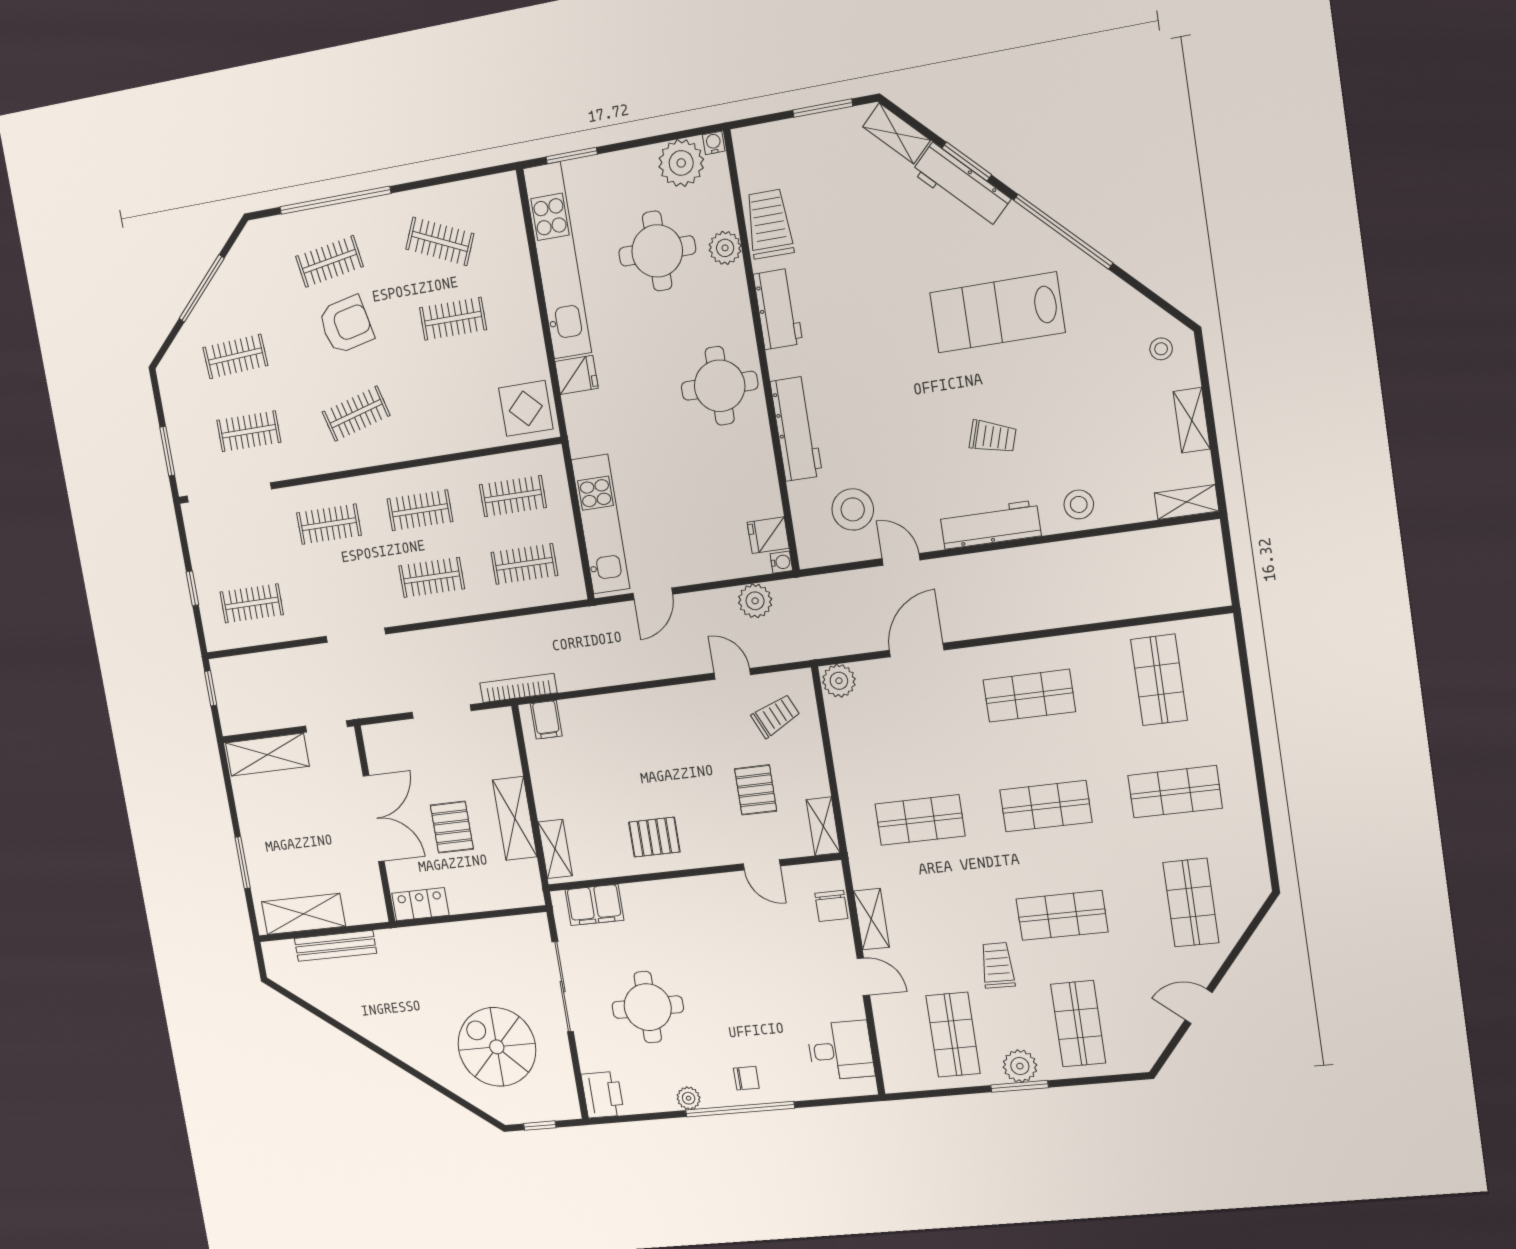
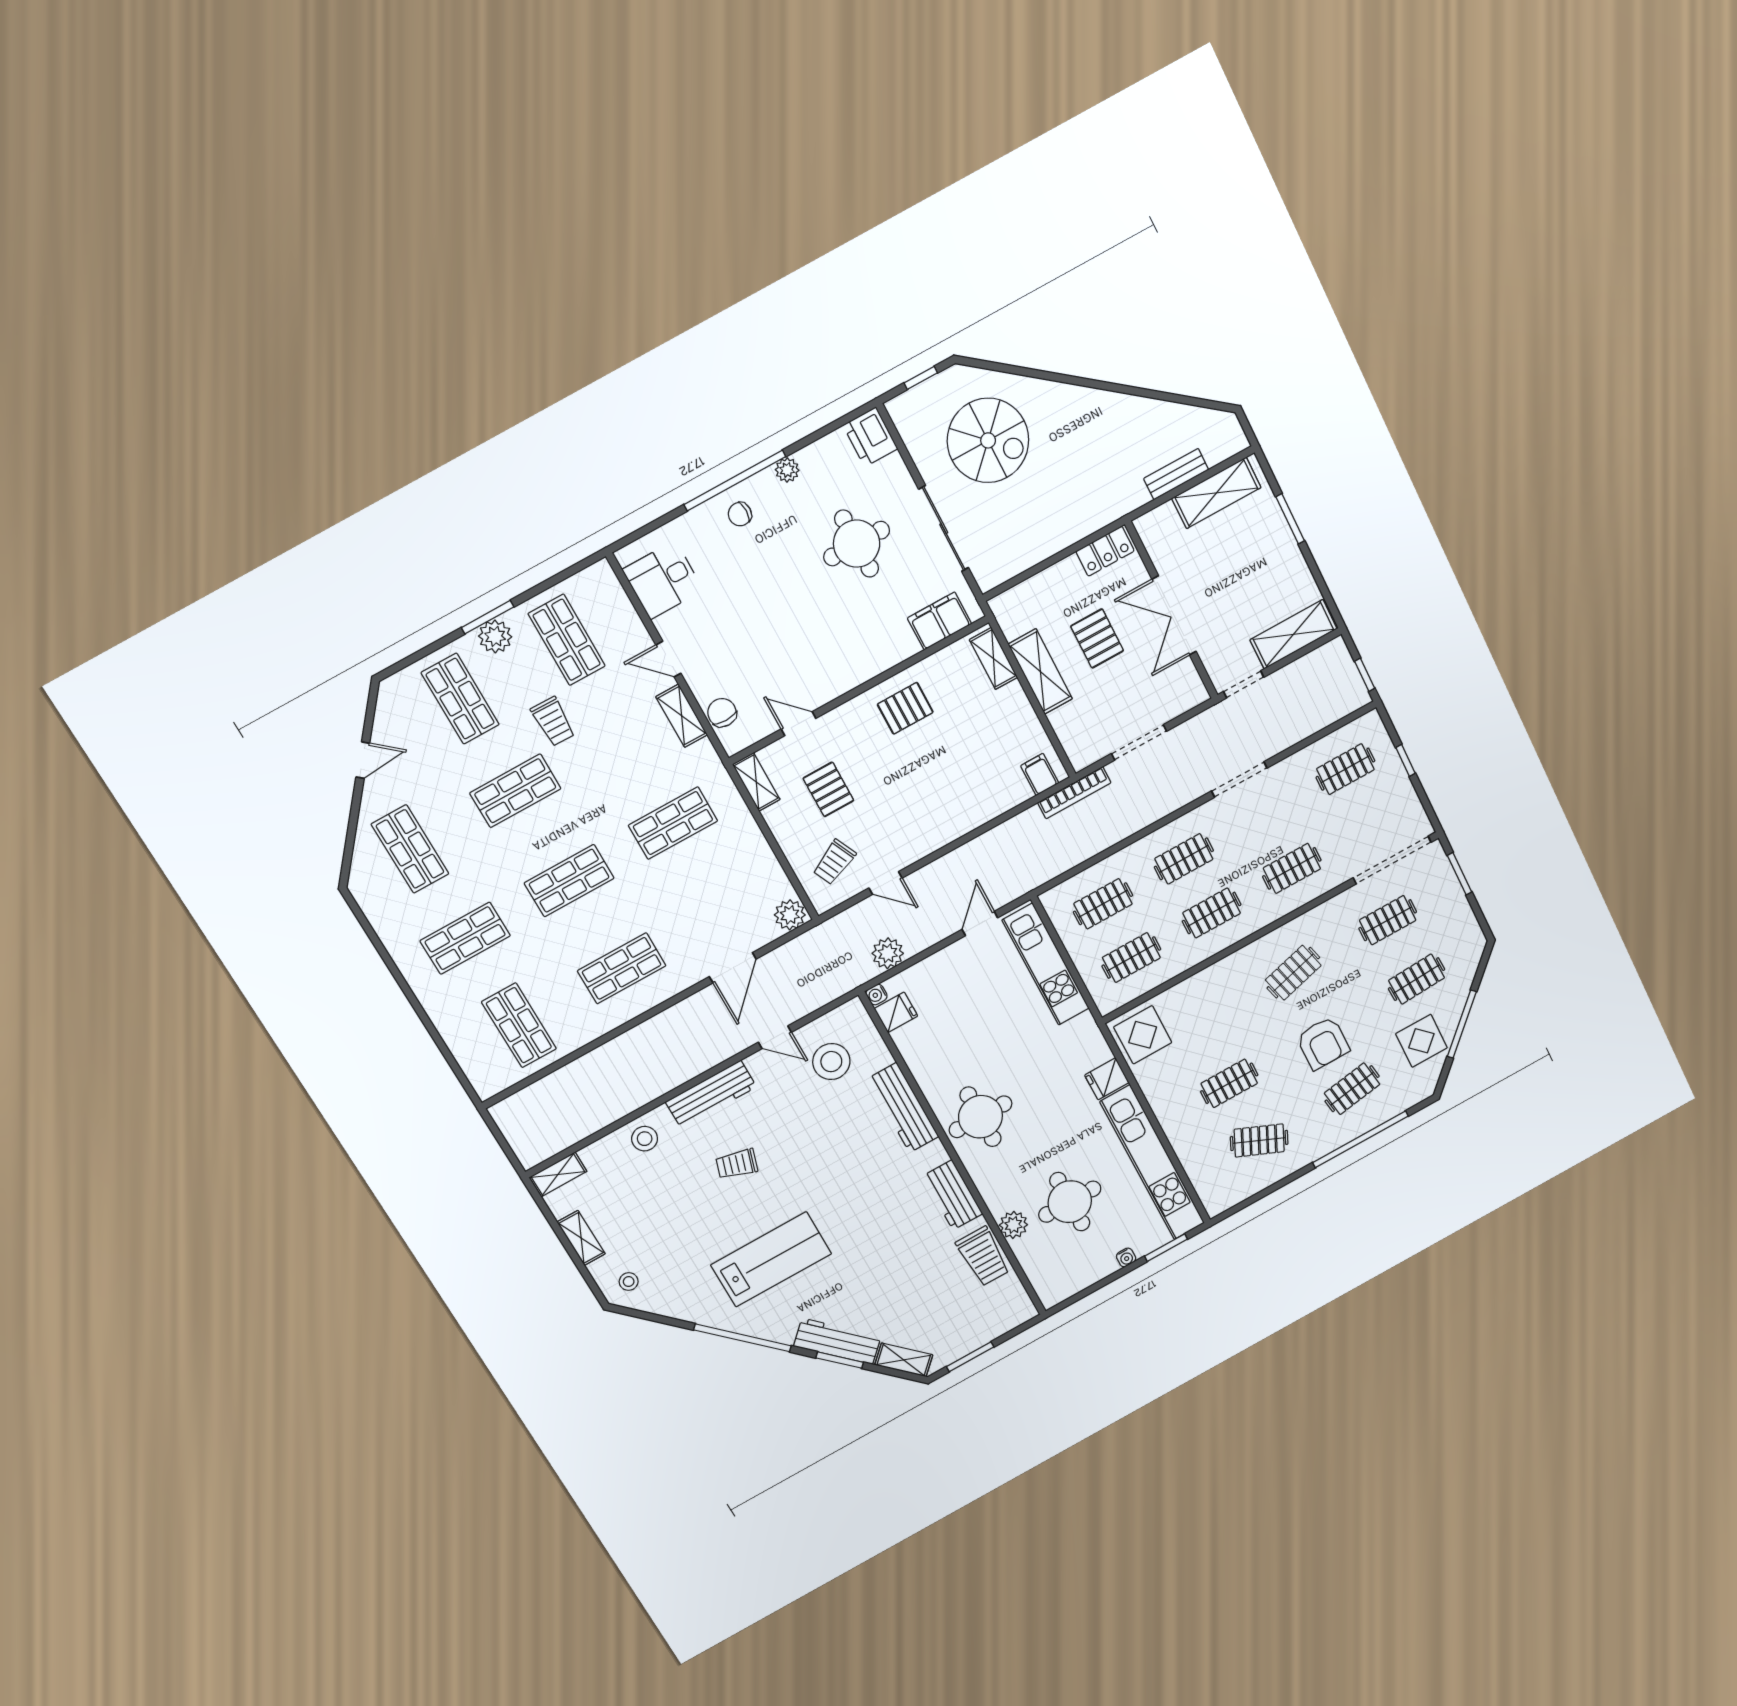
water cooler: (714, 143) -> (1126, 1257), moved
plant: (681, 163) -> (1072, 1275), removed
display table: (246, 286) -> (1421, 1041), added
armchair: (346, 325) -> (1323, 1043), turned -78
bench: (335, 946) -> (1176, 474), width x0.73

